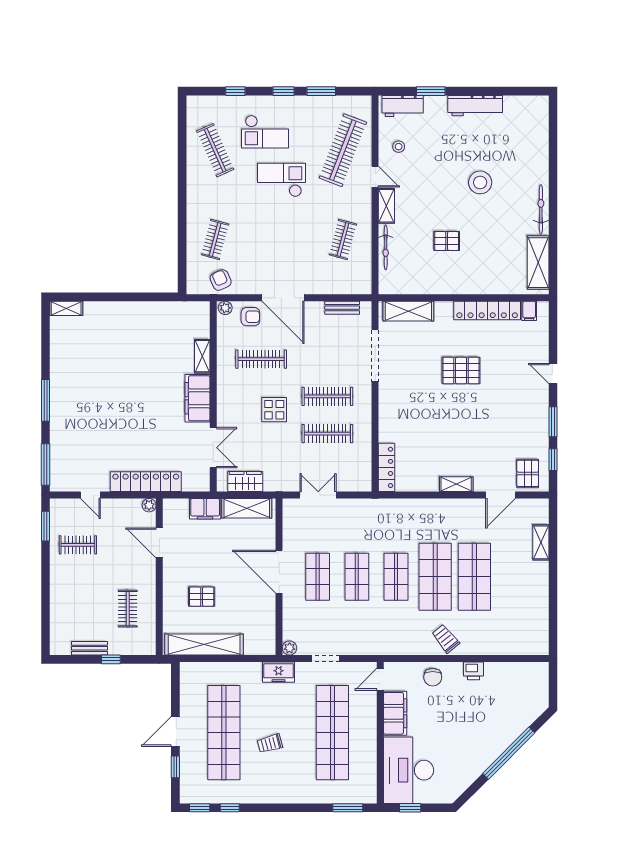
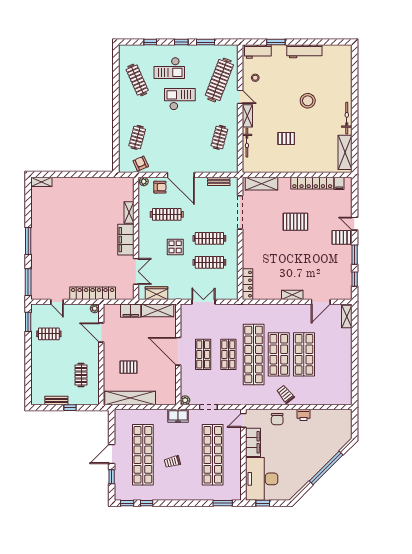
pallet: (528, 473) -> (341, 237), moved, turned 90
shelving: (541, 542) -> (347, 316), moved
shop shelf: (396, 577) -> (254, 354), width x2.00, depth x1.36

